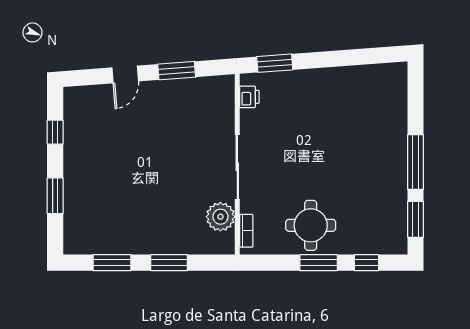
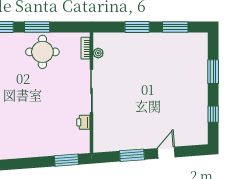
printer: (249, 97) -> (83, 122), moved
plant: (220, 217) -> (98, 53), width x0.53, depth x0.53

